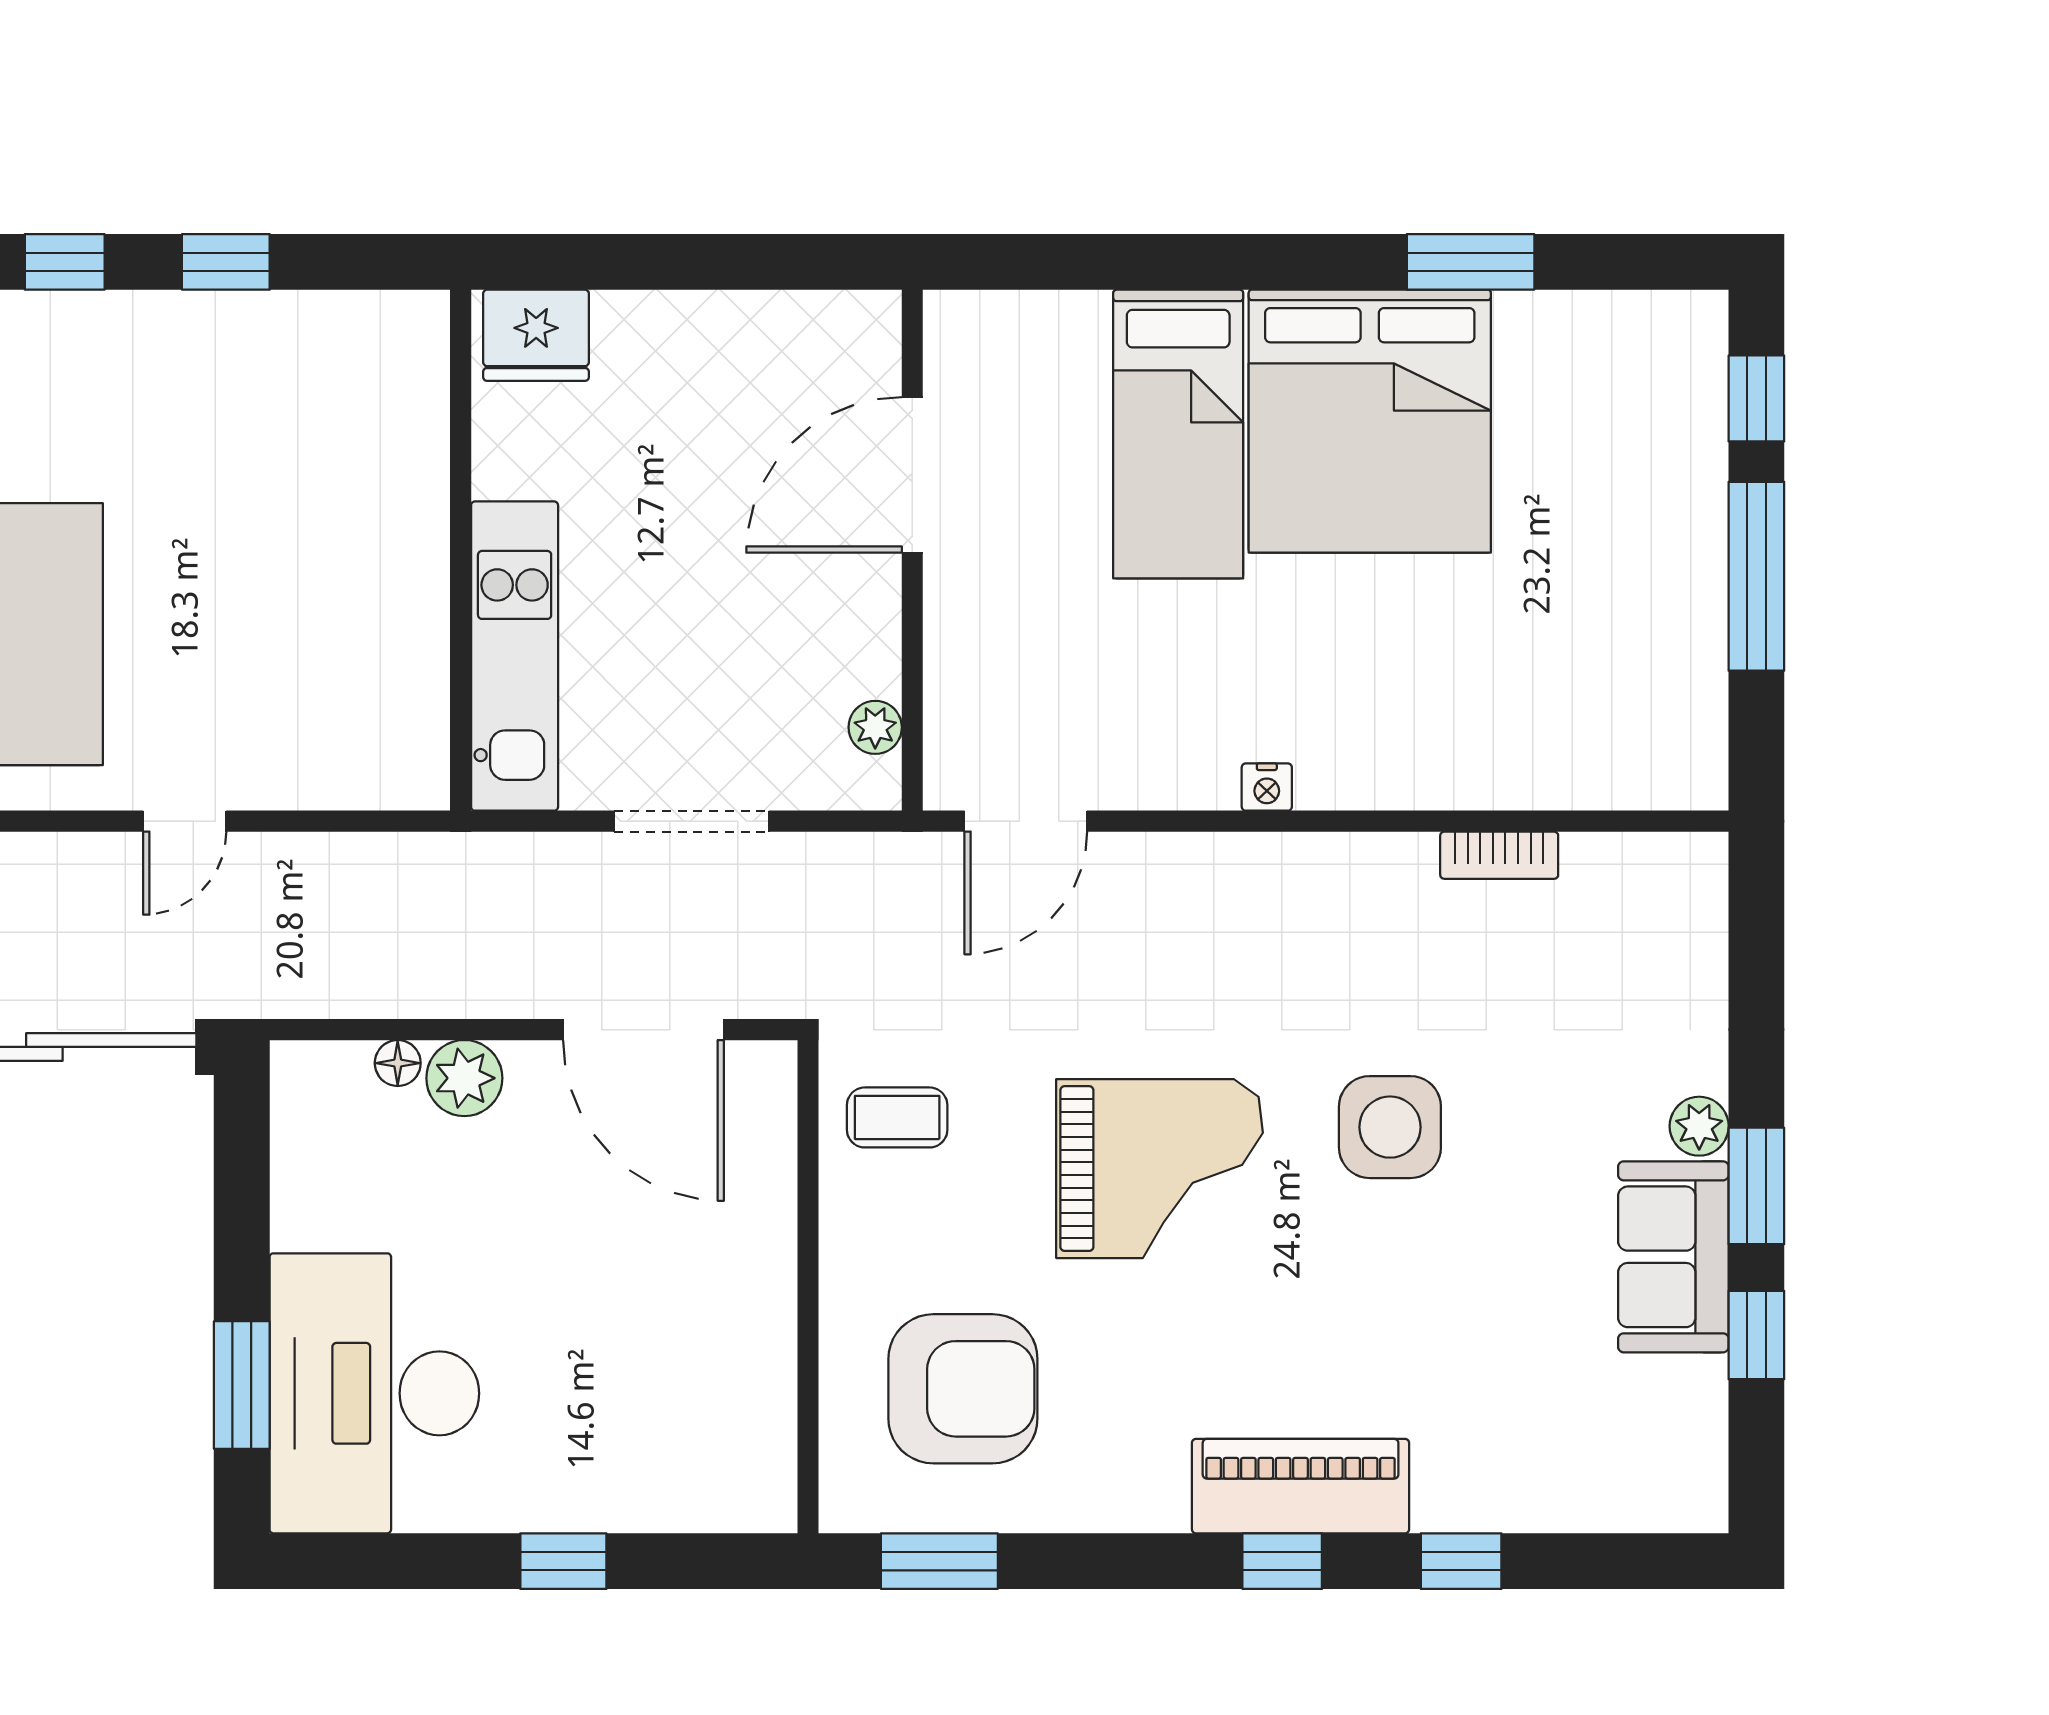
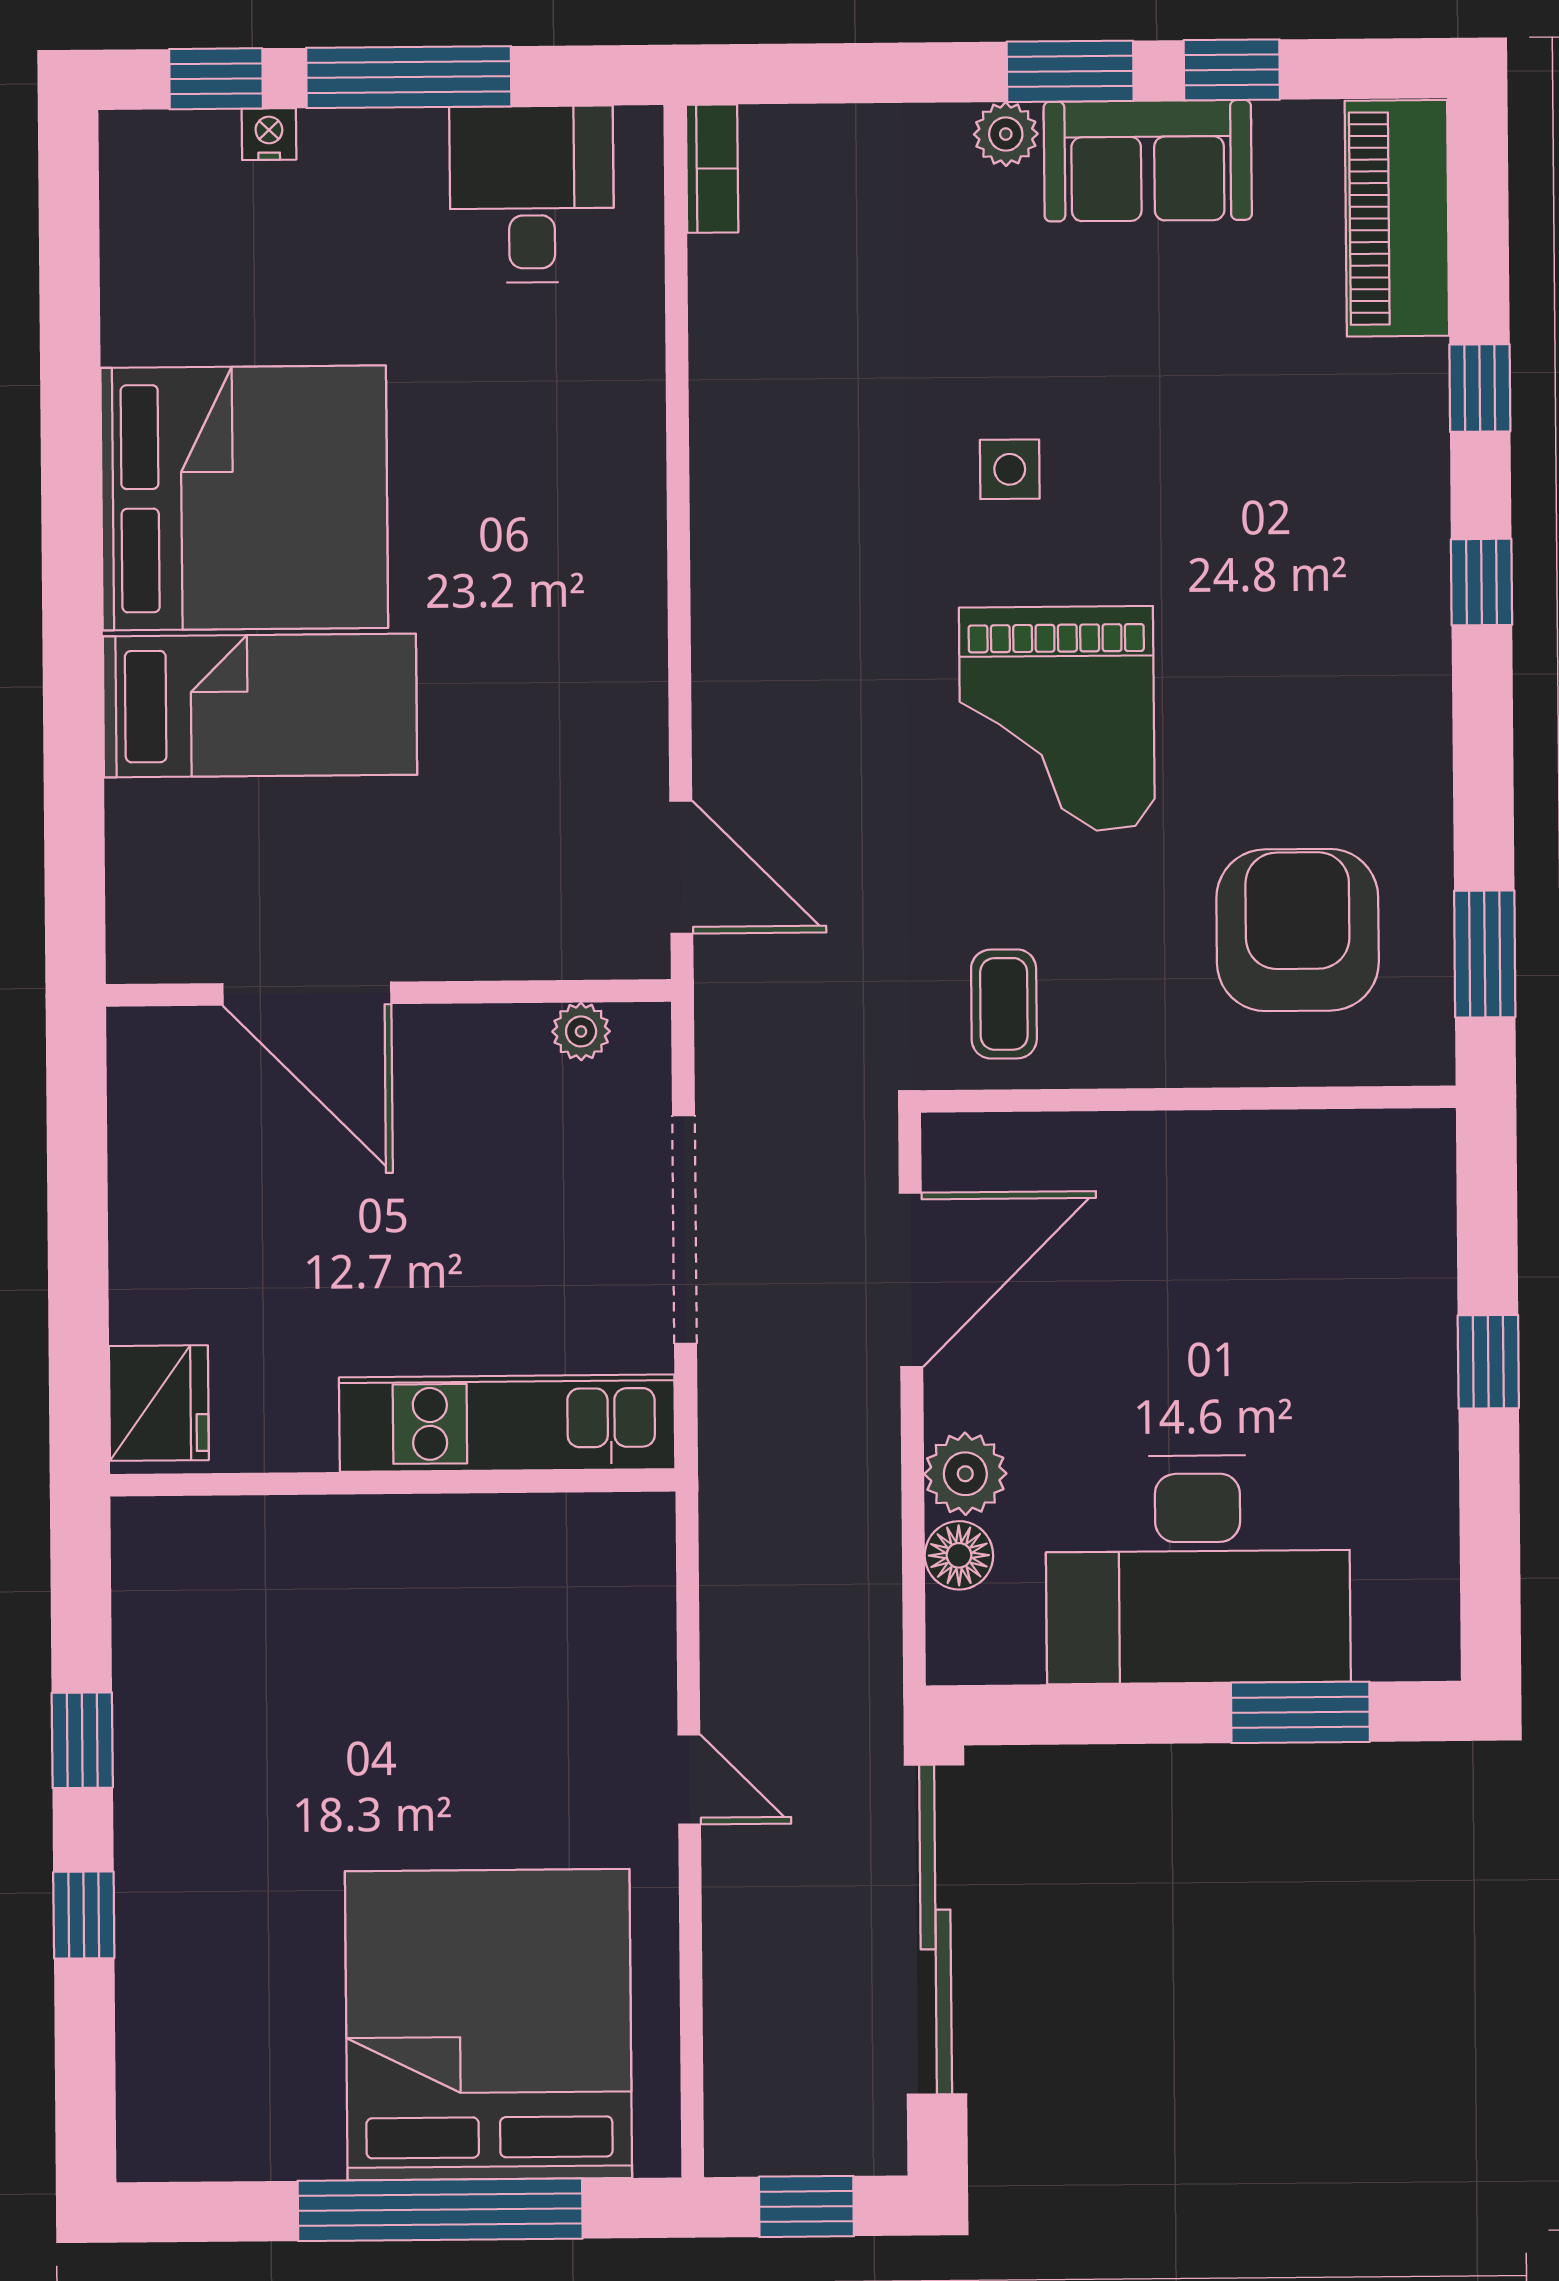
window: (1471, 262) -> (70, 390), removed
desk: (1647, 689) -> (532, 194), added
nightstand: (1267, 787) -> (269, 134), moved, turned -90
doorway: (692, 821) -> (684, 1230), width x1.36
bookcase: (1499, 855) -> (712, 169), moved
floor lamp: (398, 1063) -> (959, 1555), width x1.37, depth x1.37
side table: (1390, 1127) -> (1010, 469), width x0.54, depth x0.54
grand piano: (1160, 1169) -> (1057, 719), turned 180
desk: (374, 1393) -> (1198, 1569), moved
piano: (1301, 1486) -> (1397, 218), moved

